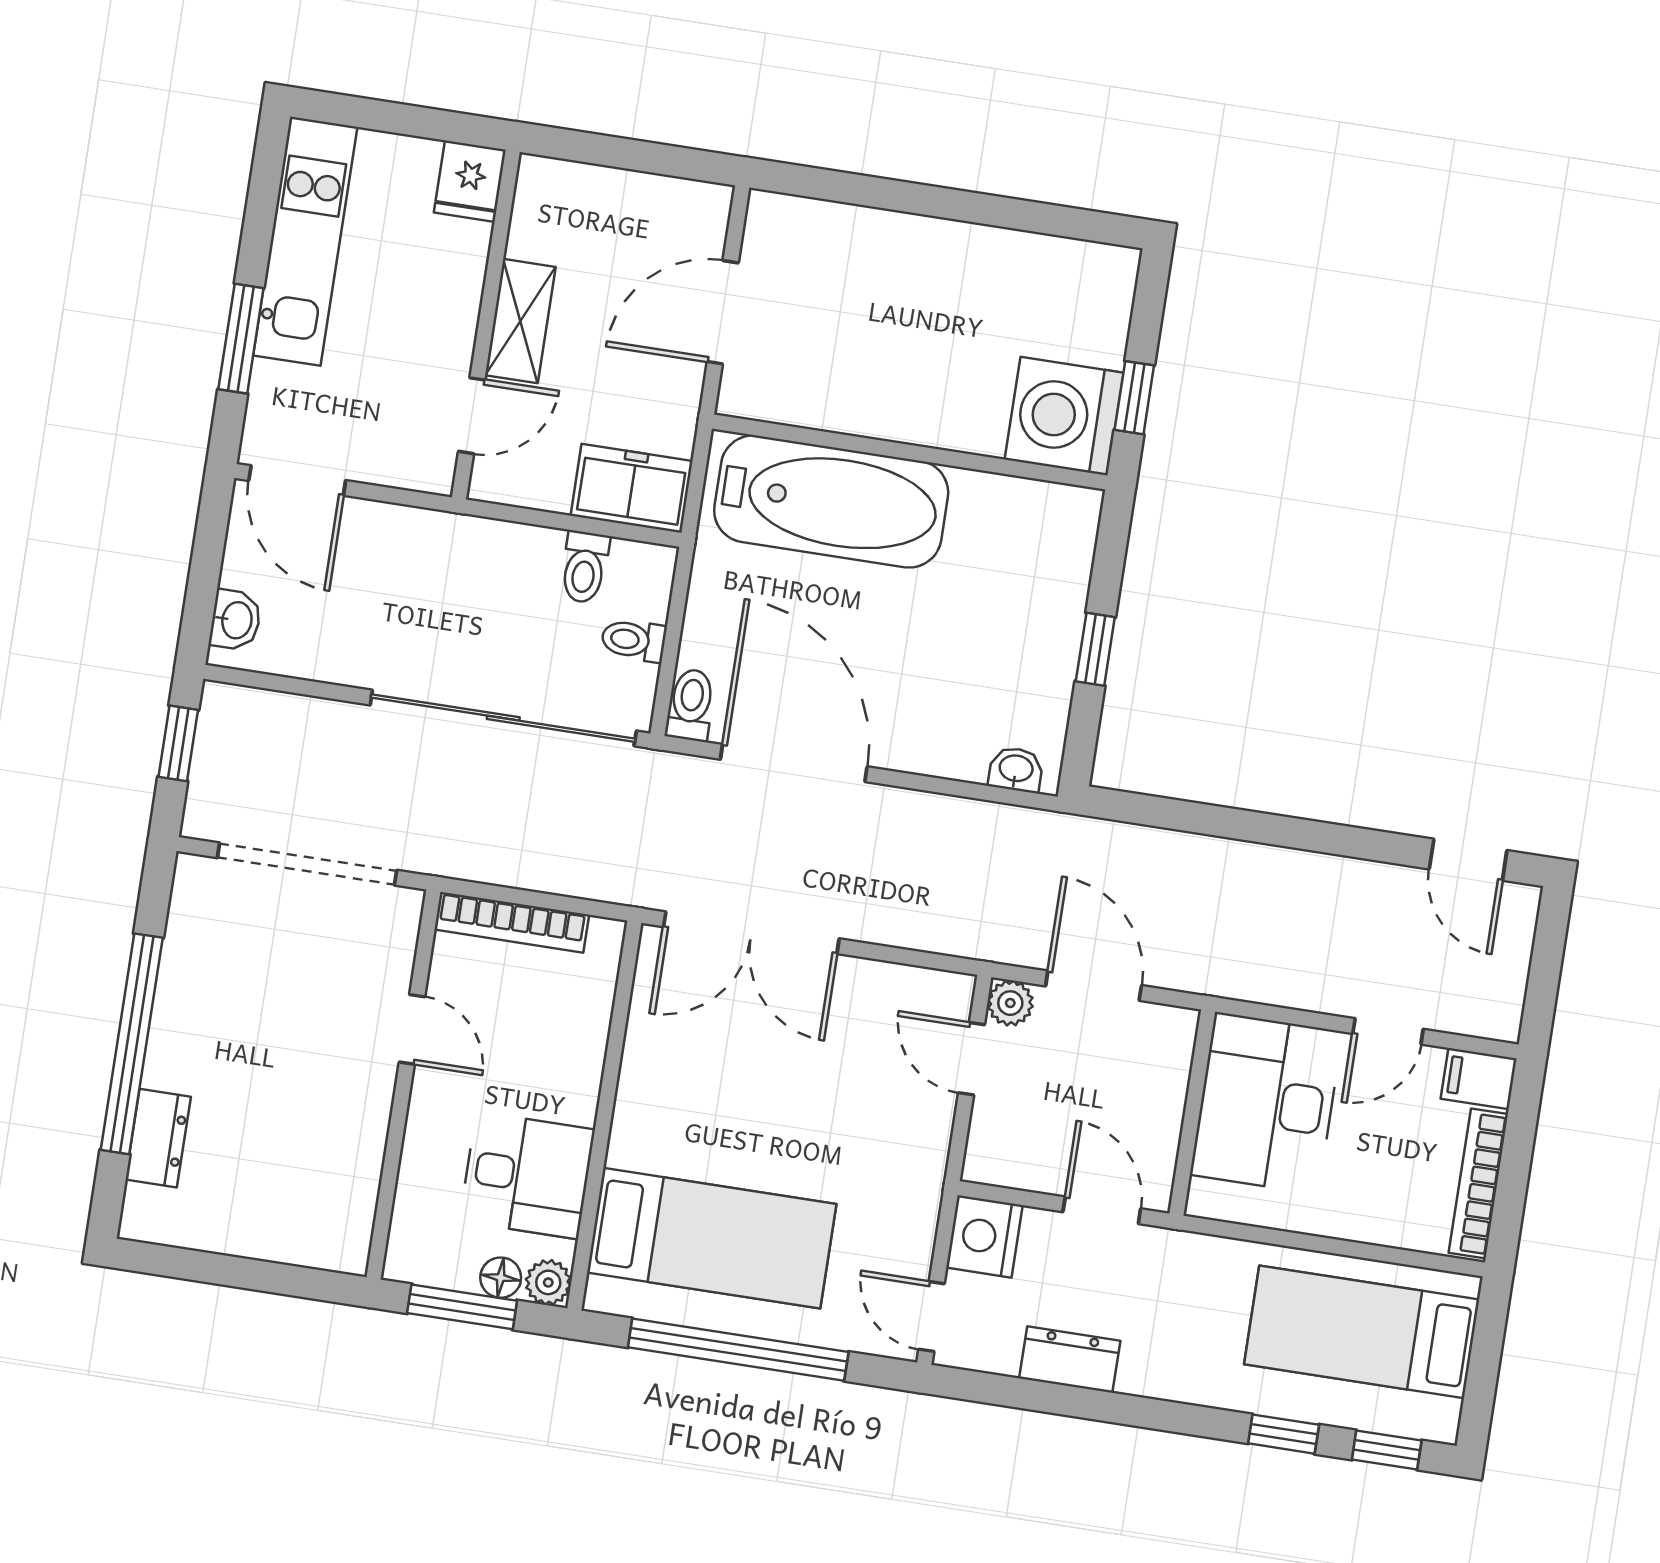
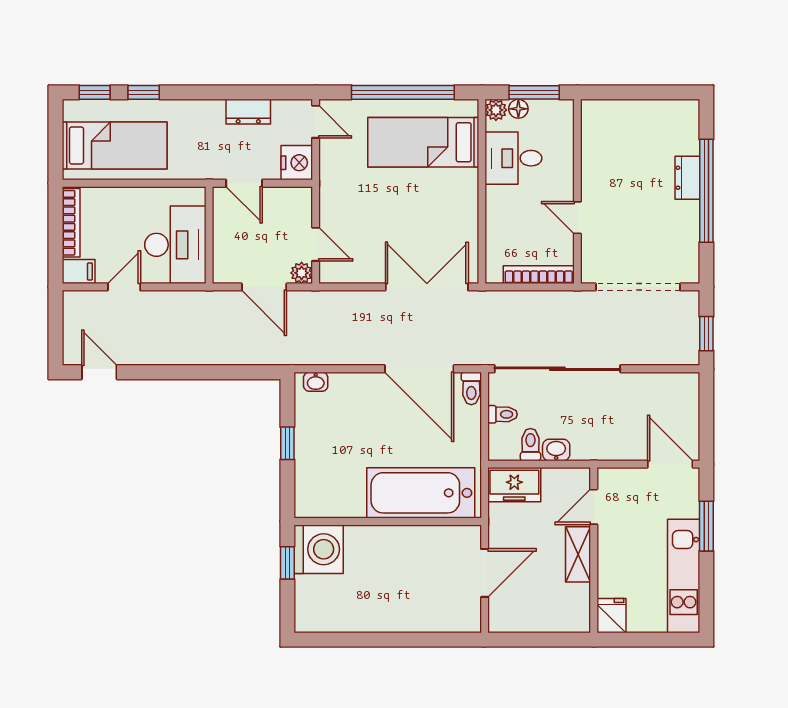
washbasin: (236, 620) -> (556, 450), moved, turned 90
dresser: (158, 1138) -> (687, 178), moved

